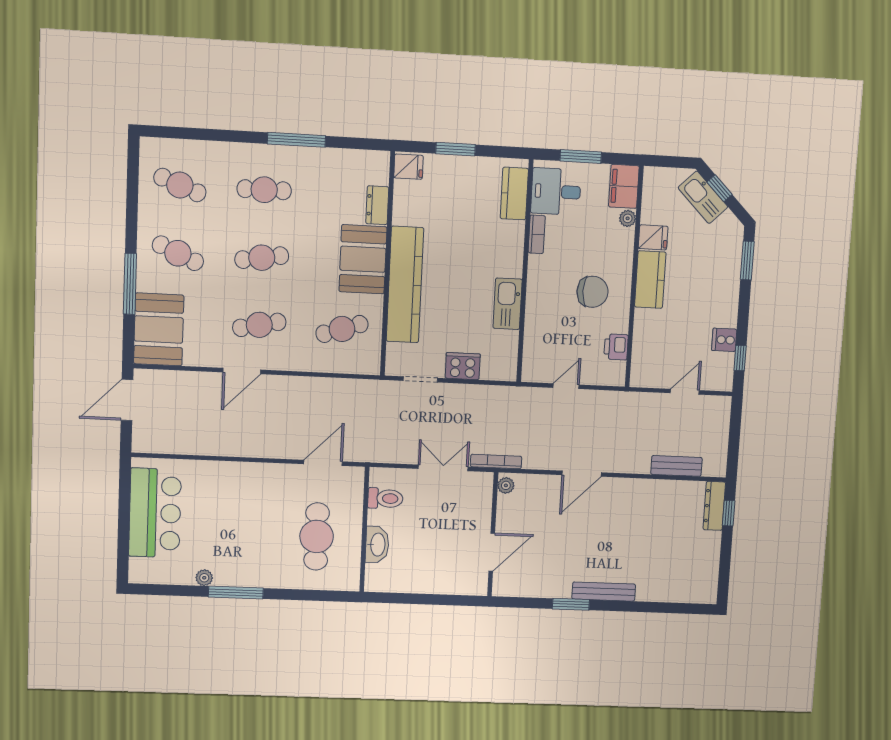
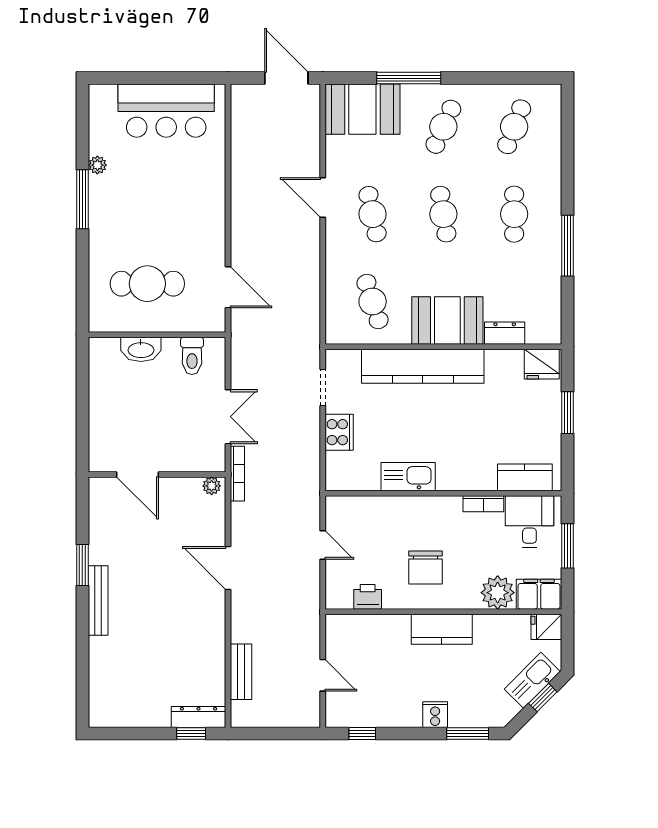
fridge: (408, 167) -> (542, 364), width x1.38
plant: (628, 218) -> (498, 593), width x1.88, depth x1.88
fridge: (653, 237) -> (546, 627), moved, turned 90
cooker: (724, 340) -> (435, 715), moved

